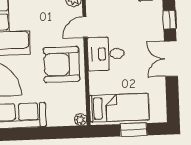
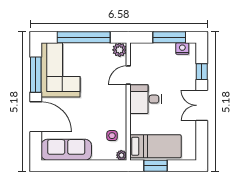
armchair: (62, 64) -> (107, 107), removed
side table: (69, 97) -> (112, 136), added
window: (134, 130) -> (156, 166), moved

